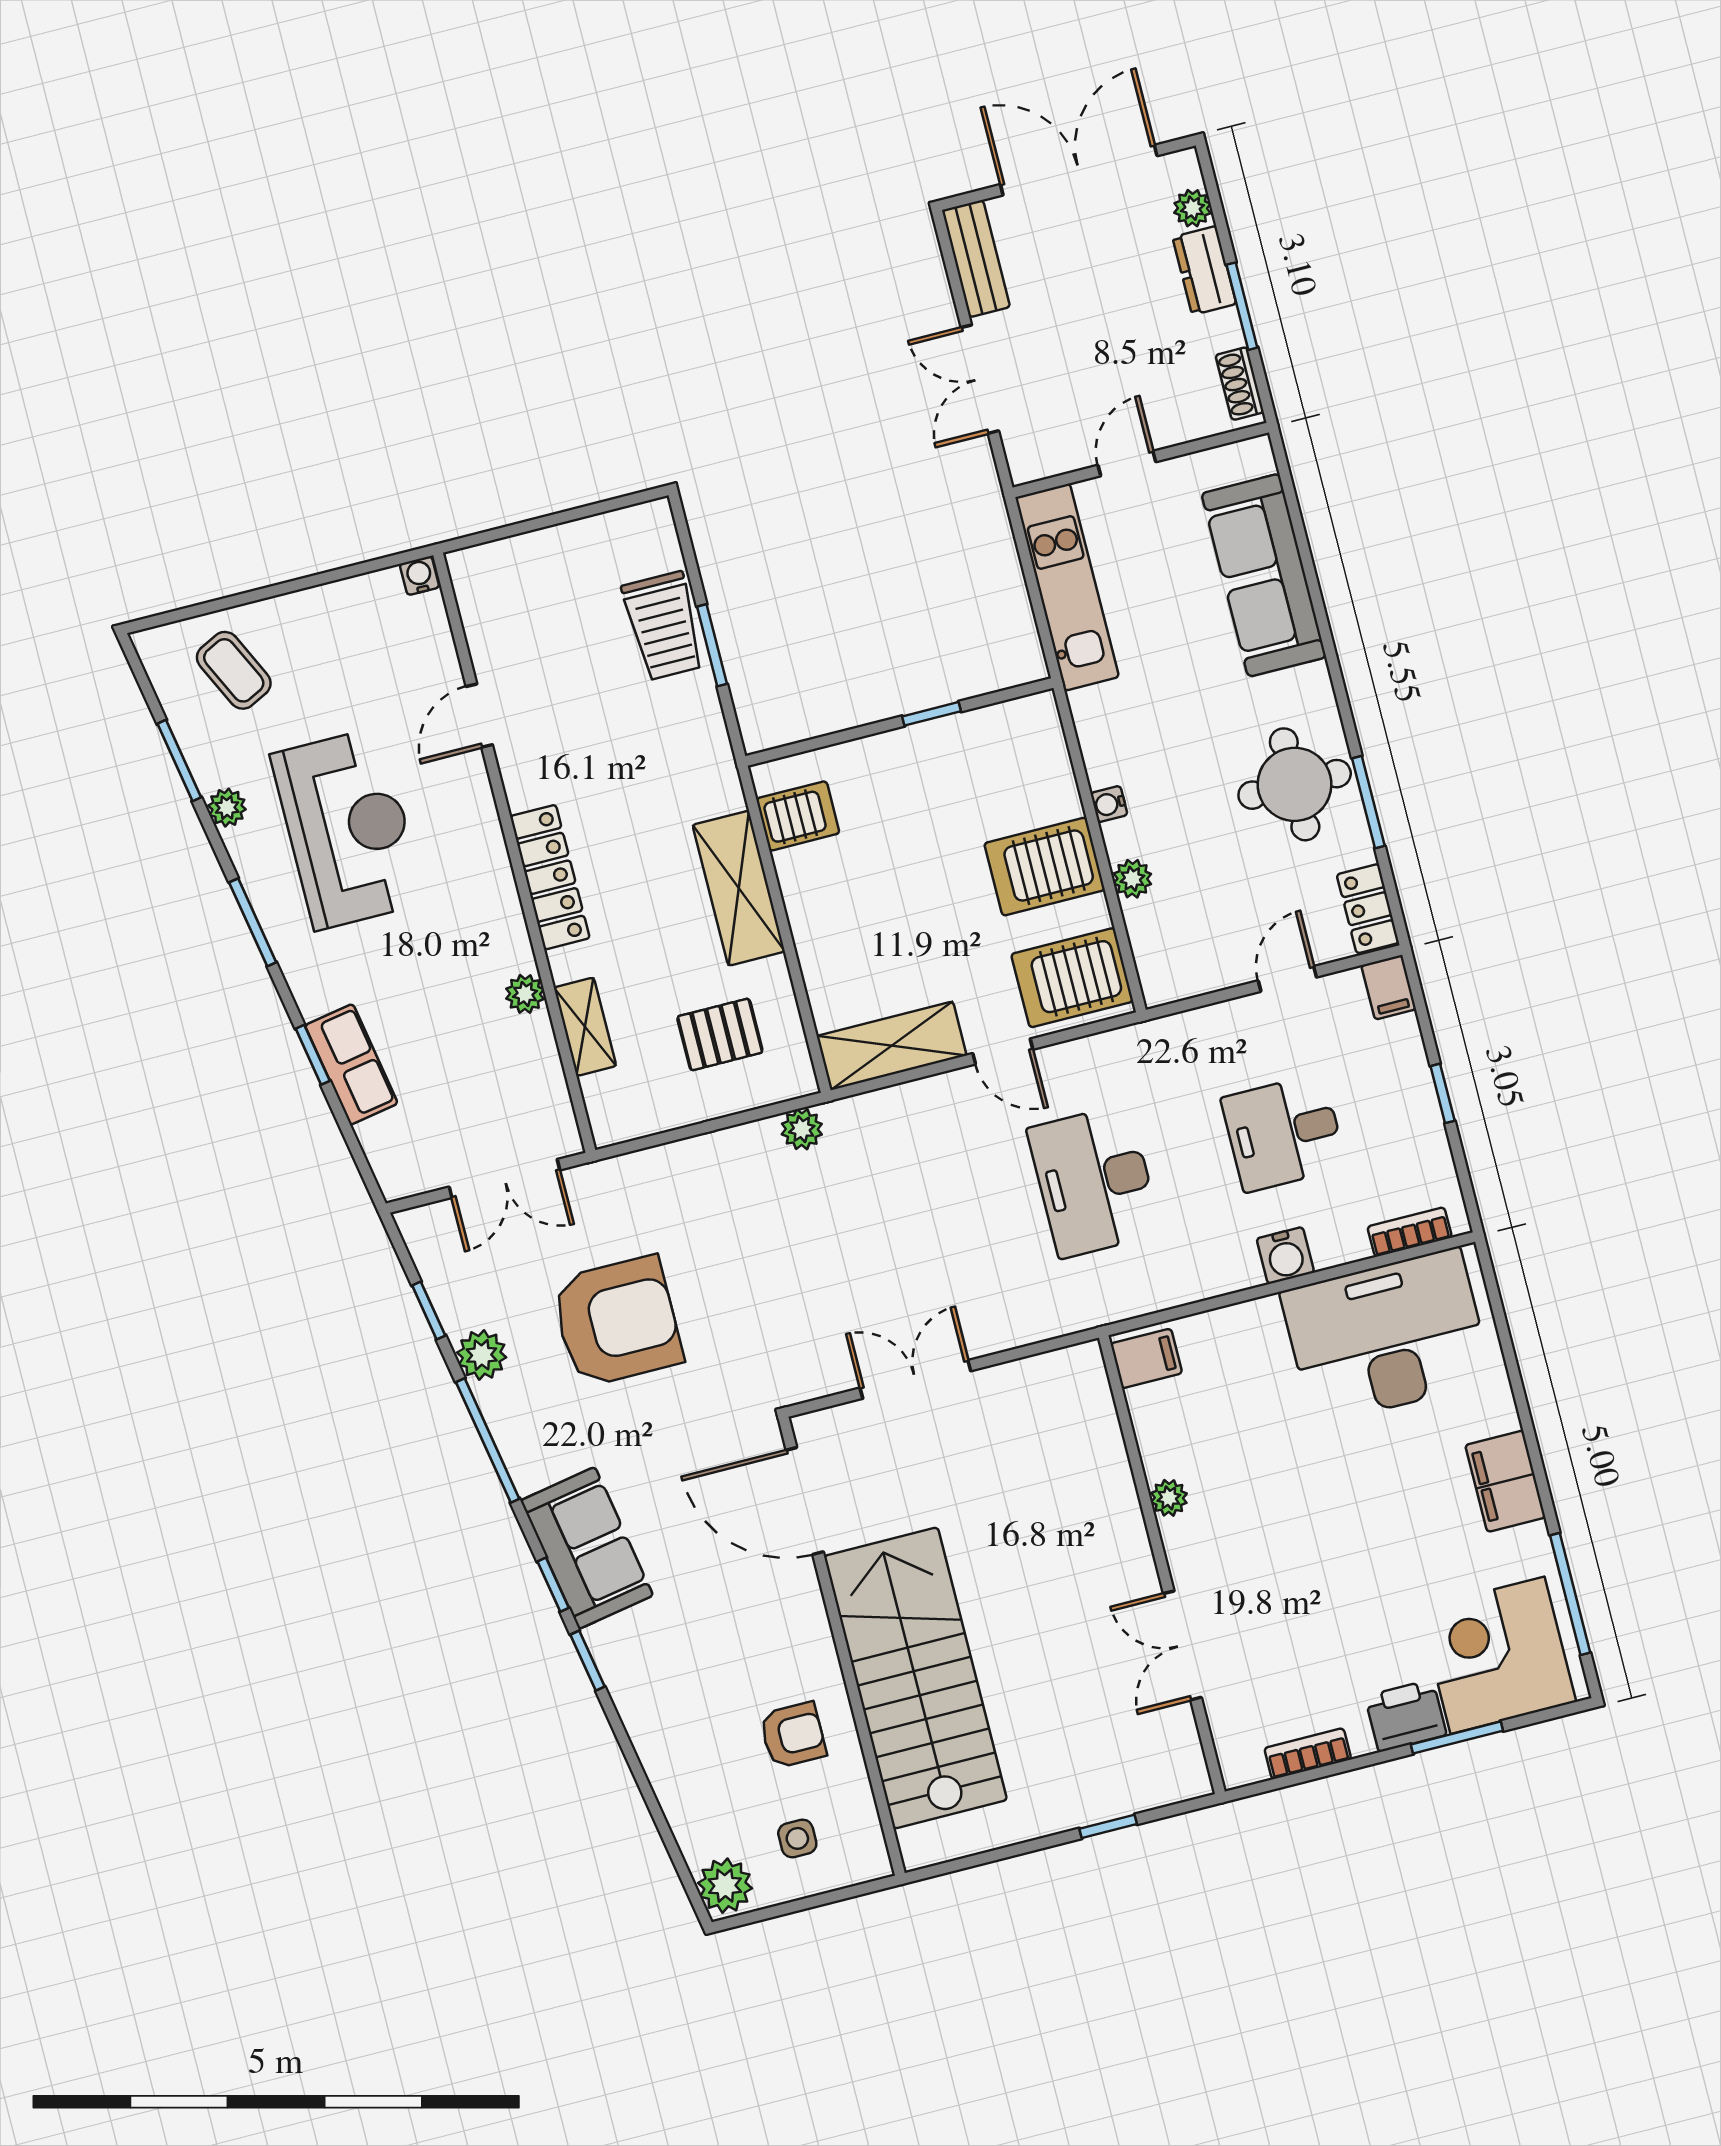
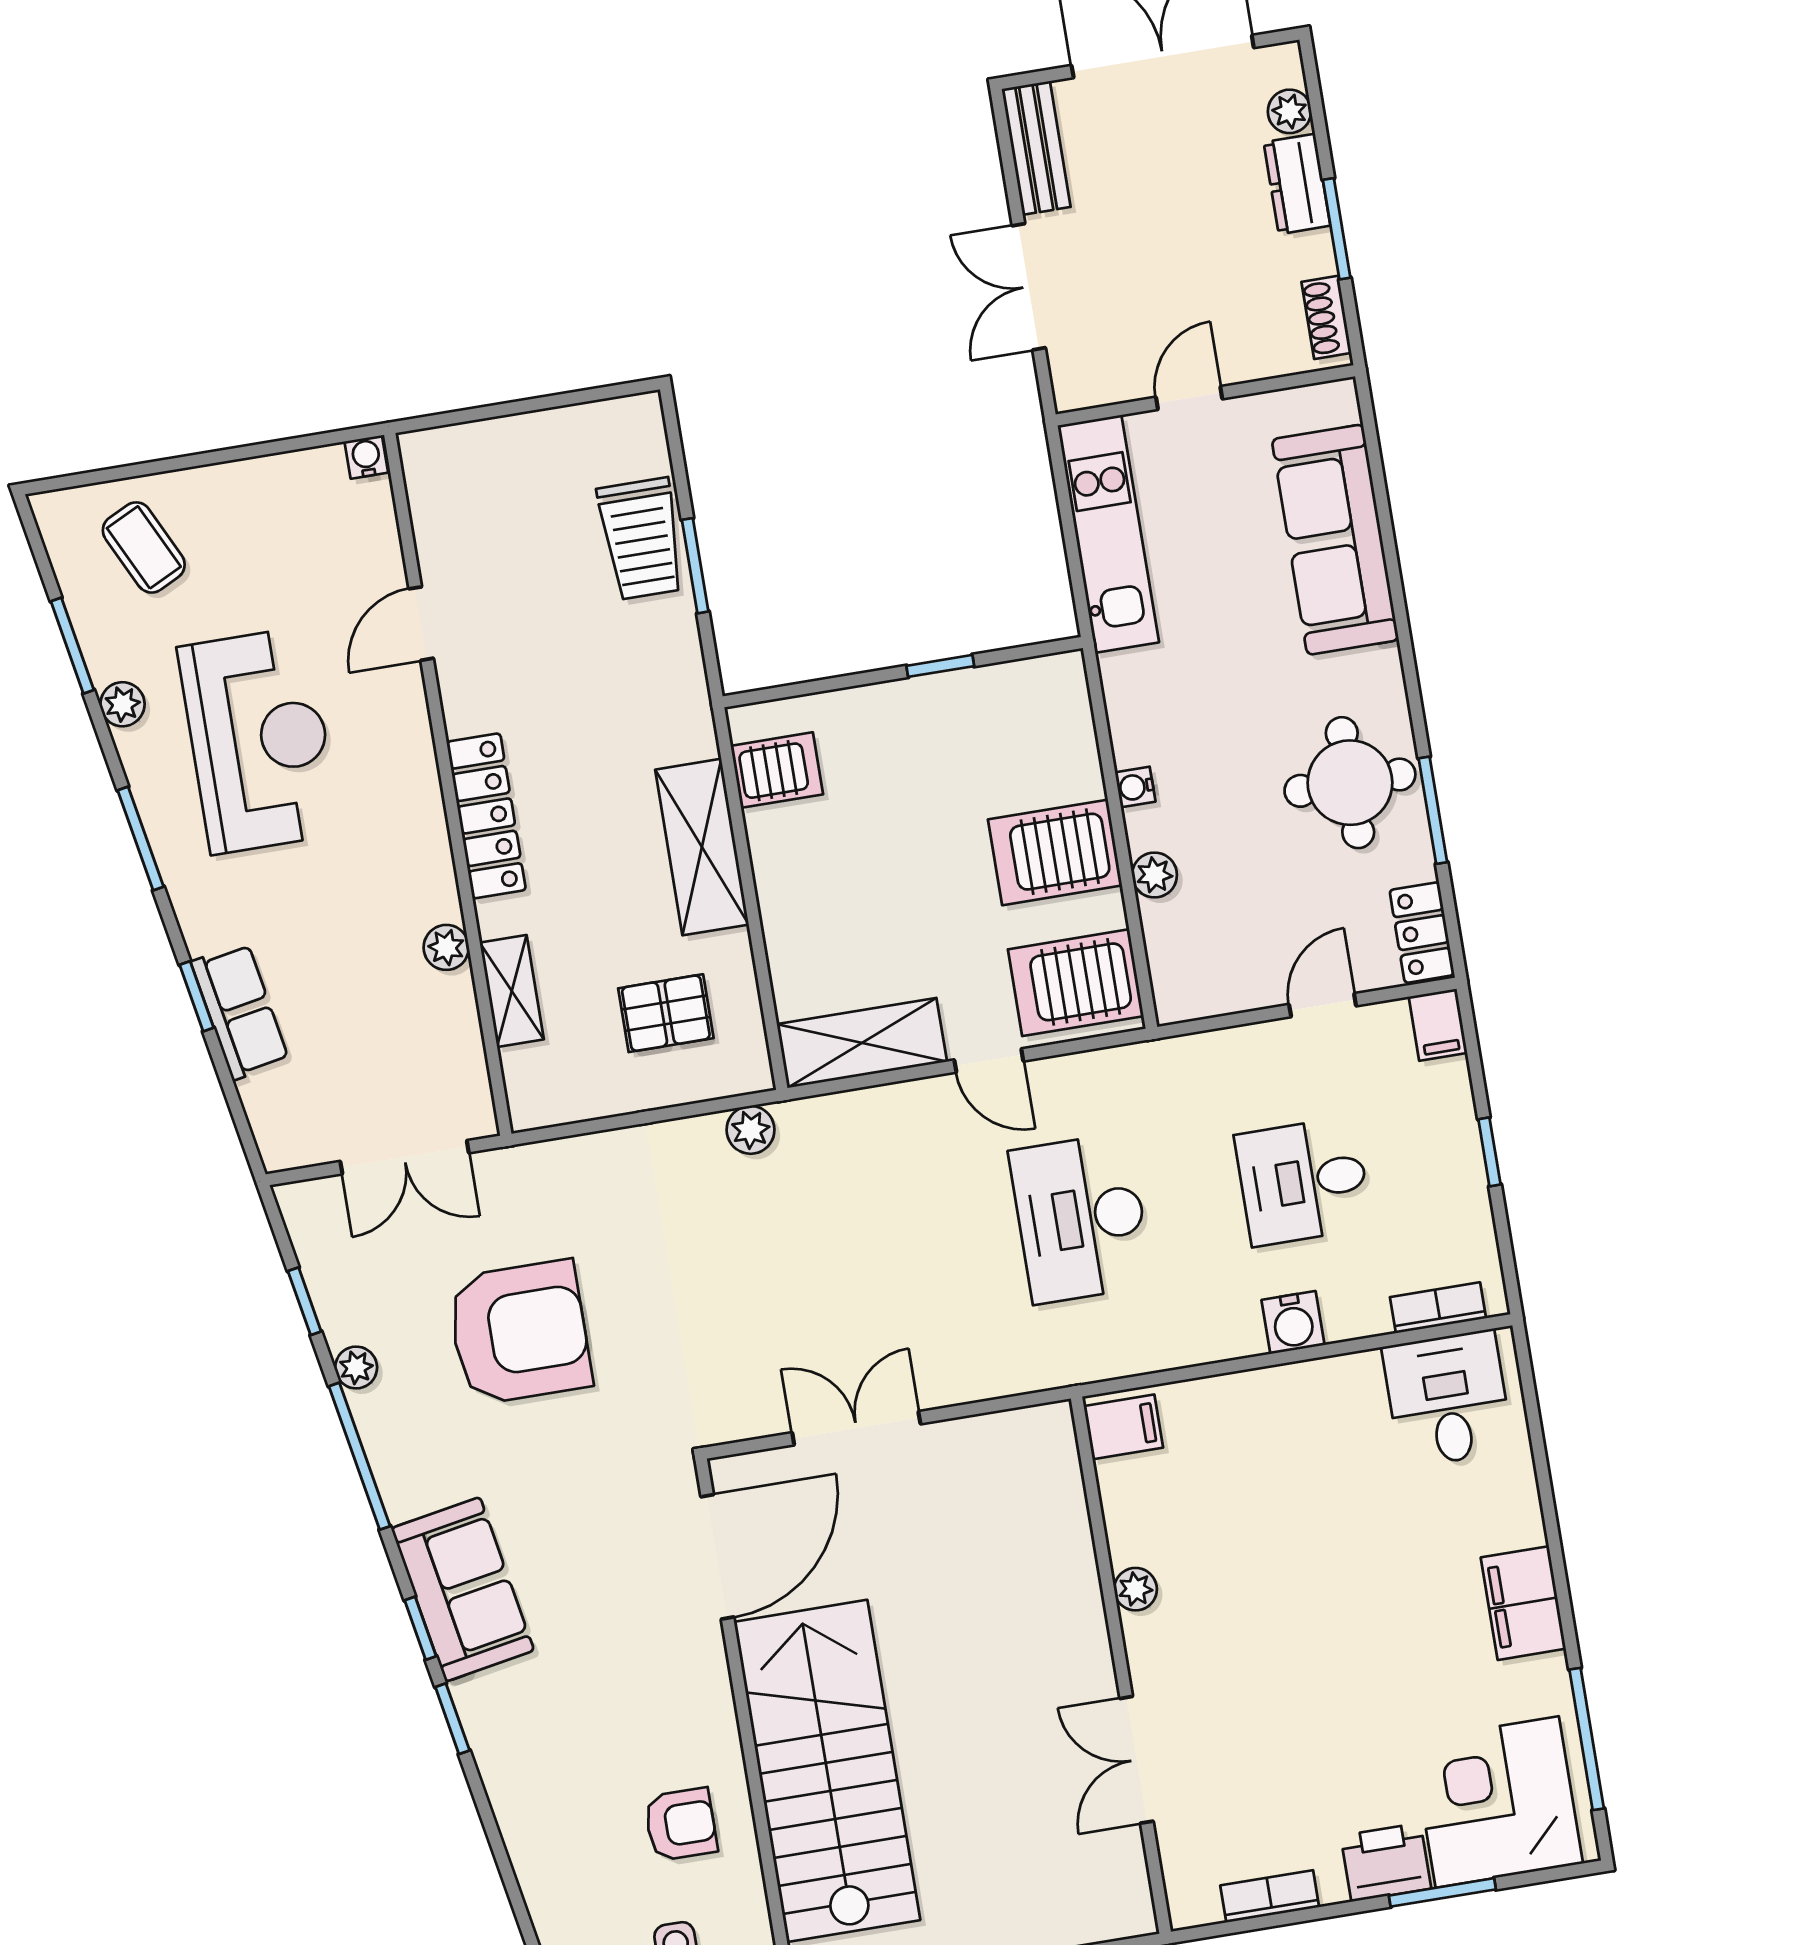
desk: (1387, 1337) -> (1448, 1399), width x0.53, depth x0.77
plant: (482, 1355) -> (356, 1367), width x0.73, depth x0.73
door: (805, 1501) -> (717, 1557), swing flipped

